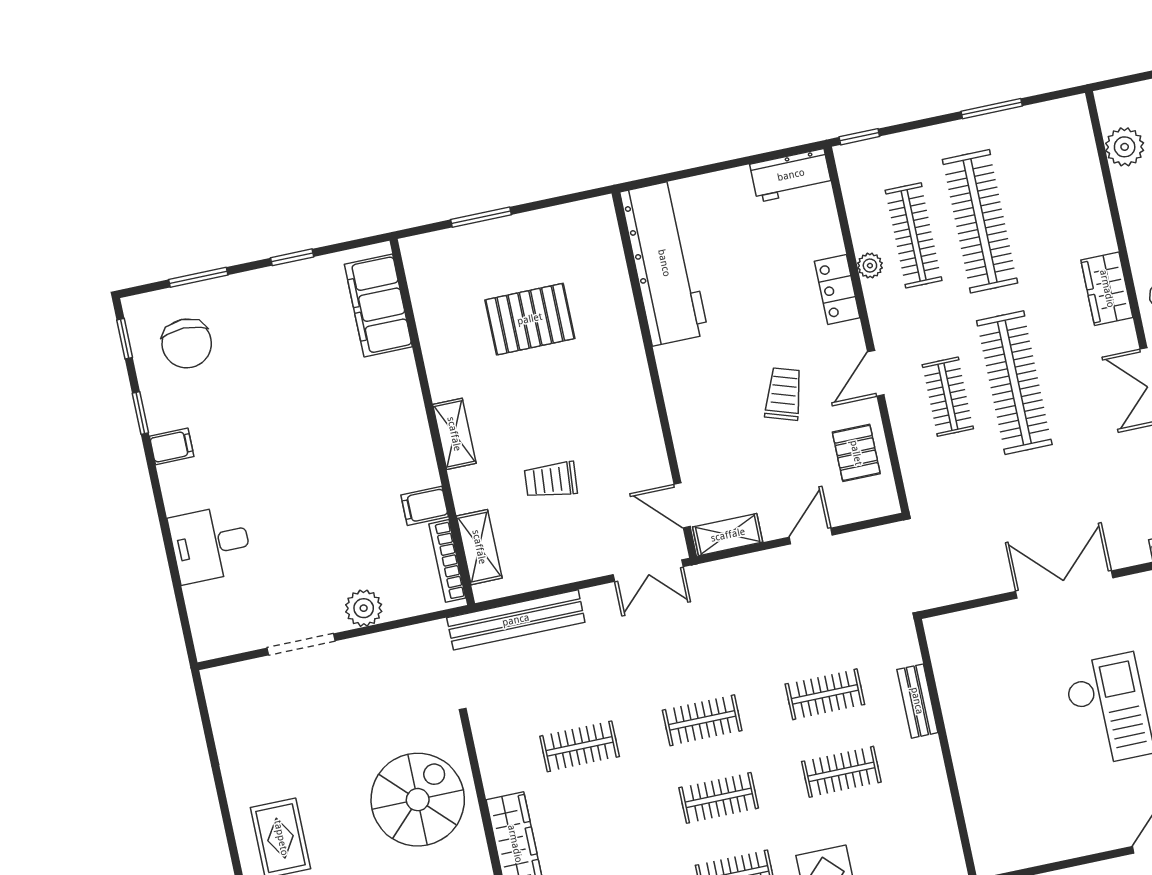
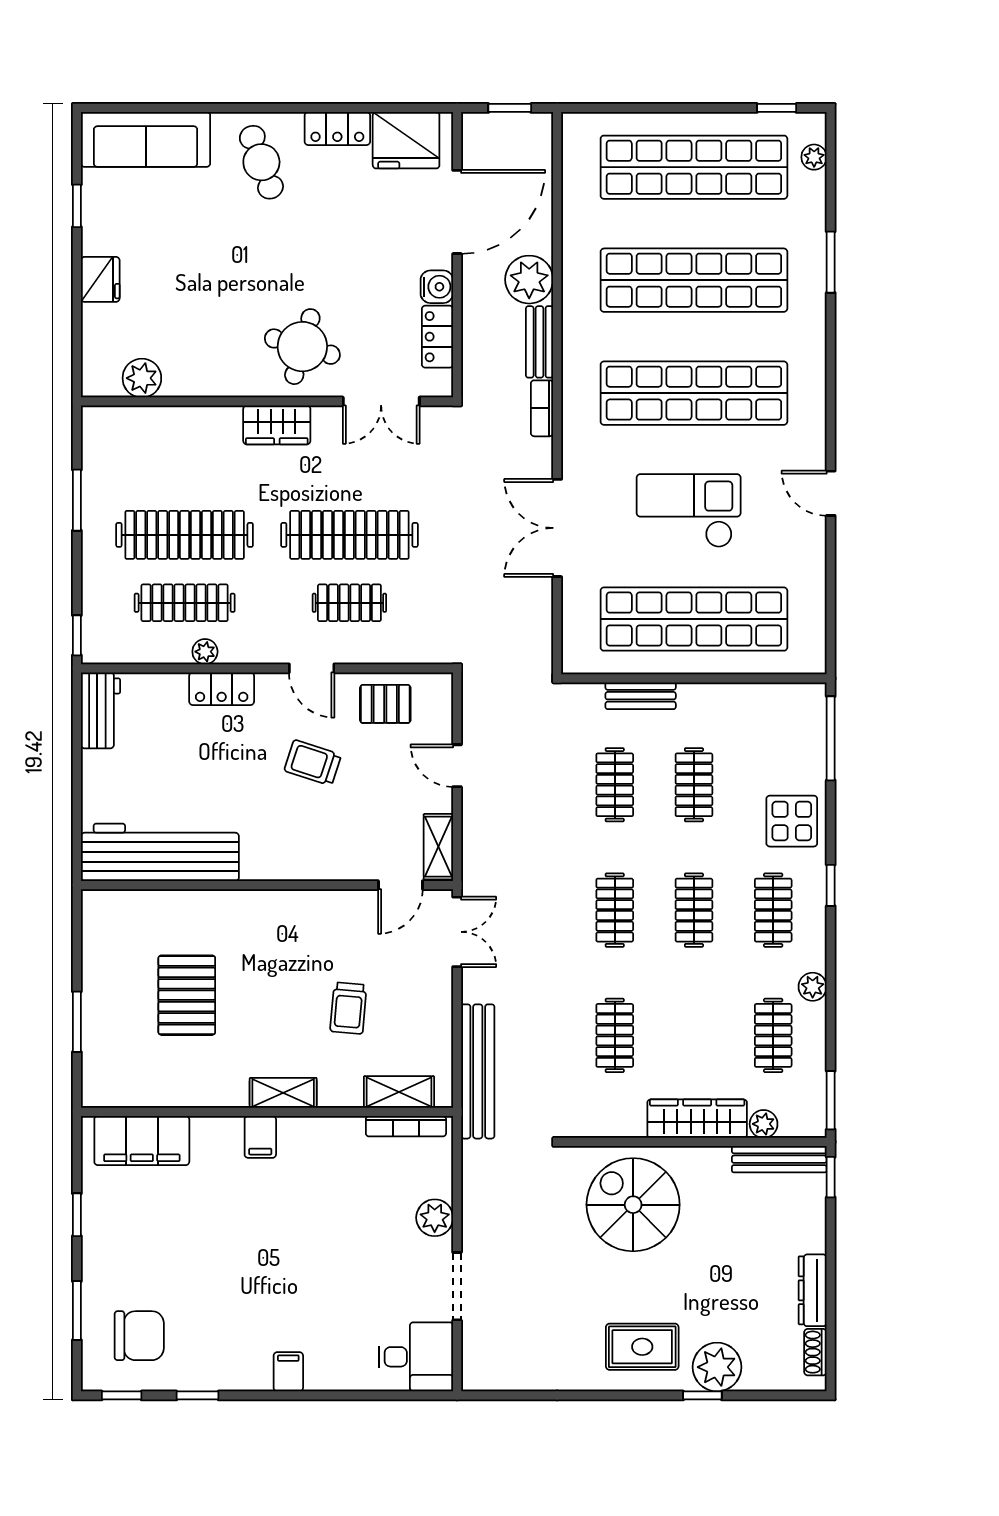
filing cabinet: (172, 446) -> (288, 1372), moved
filing cabinet: (425, 506) -> (260, 1137), moved
desk: (211, 544) -> (416, 1357), moved, turned -90
shop shelf: (1004, 737) -> (694, 619), added

